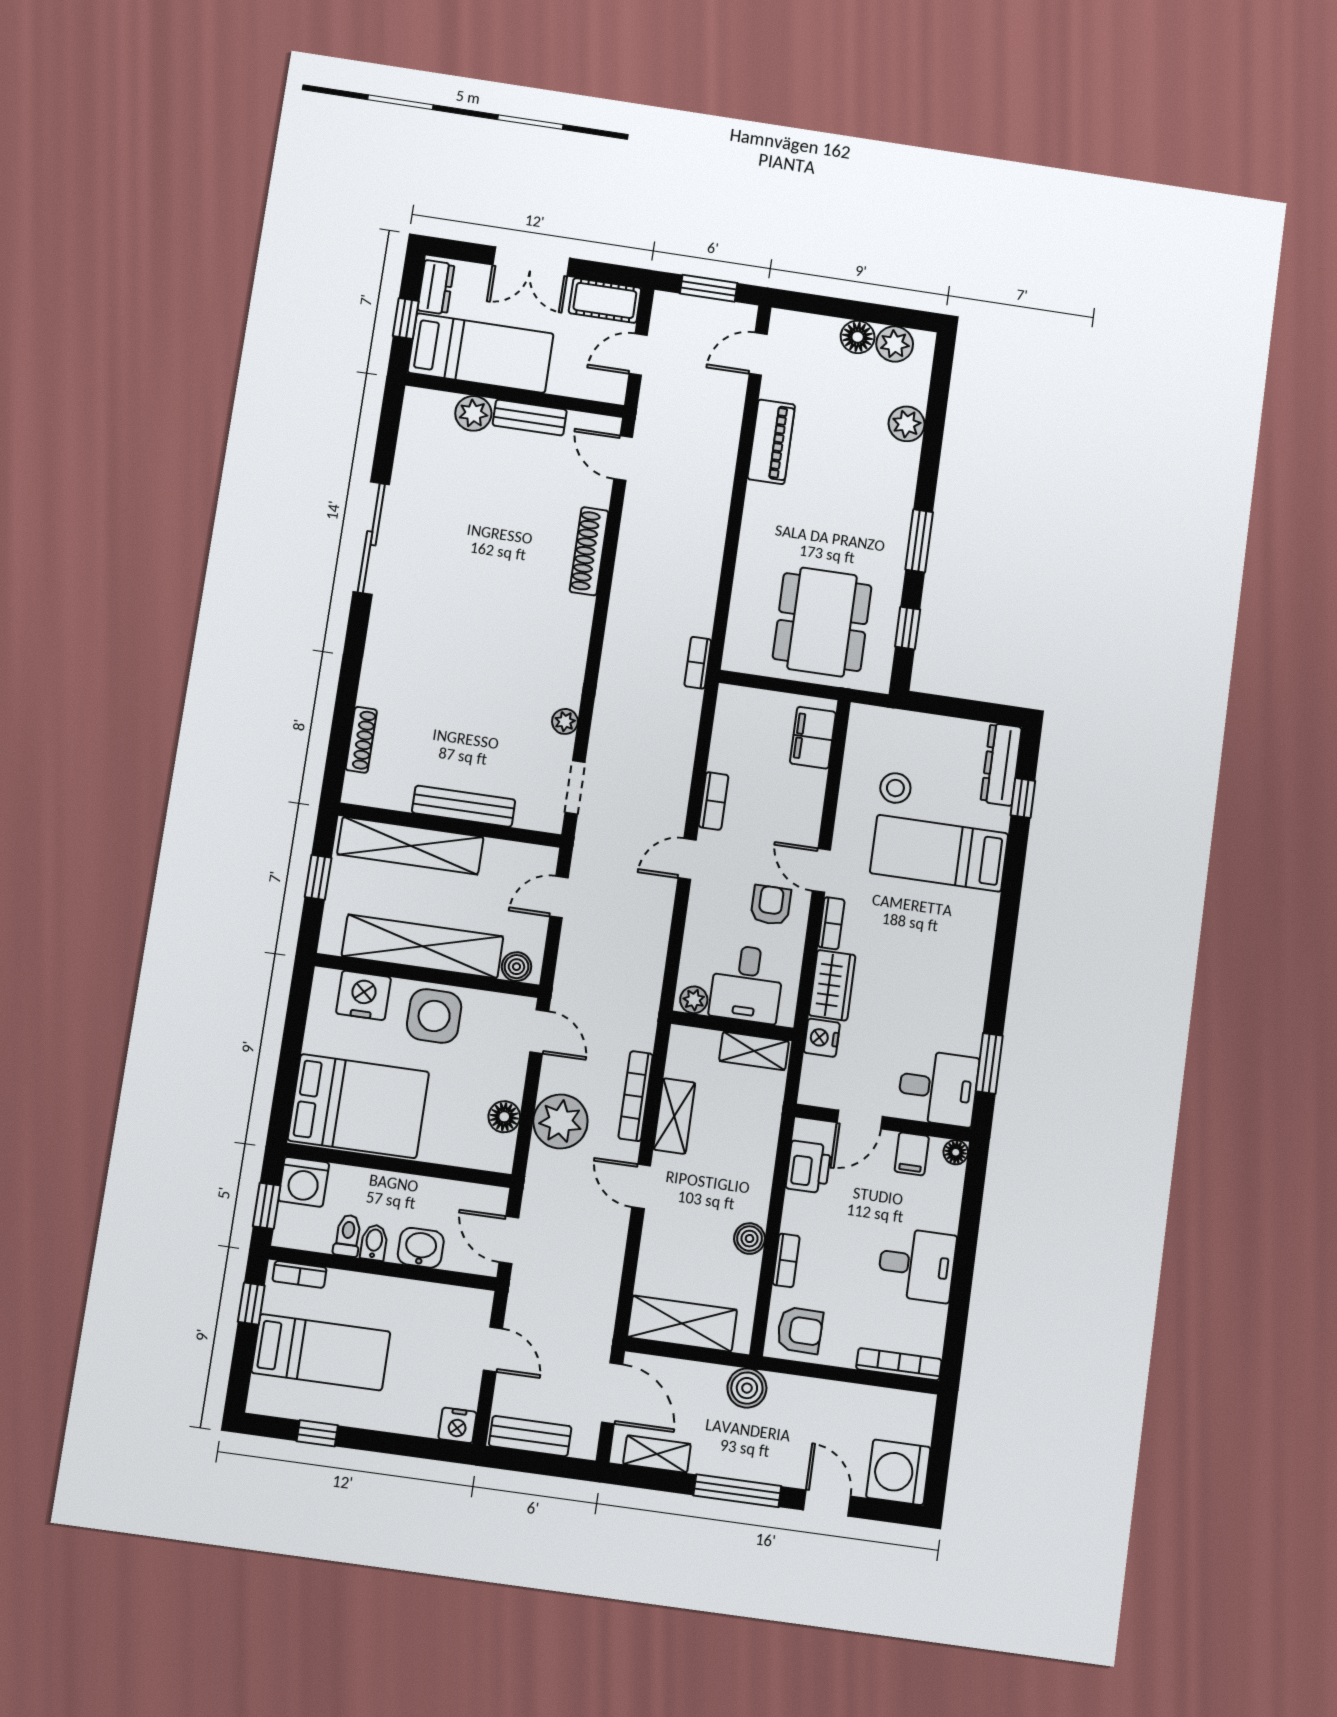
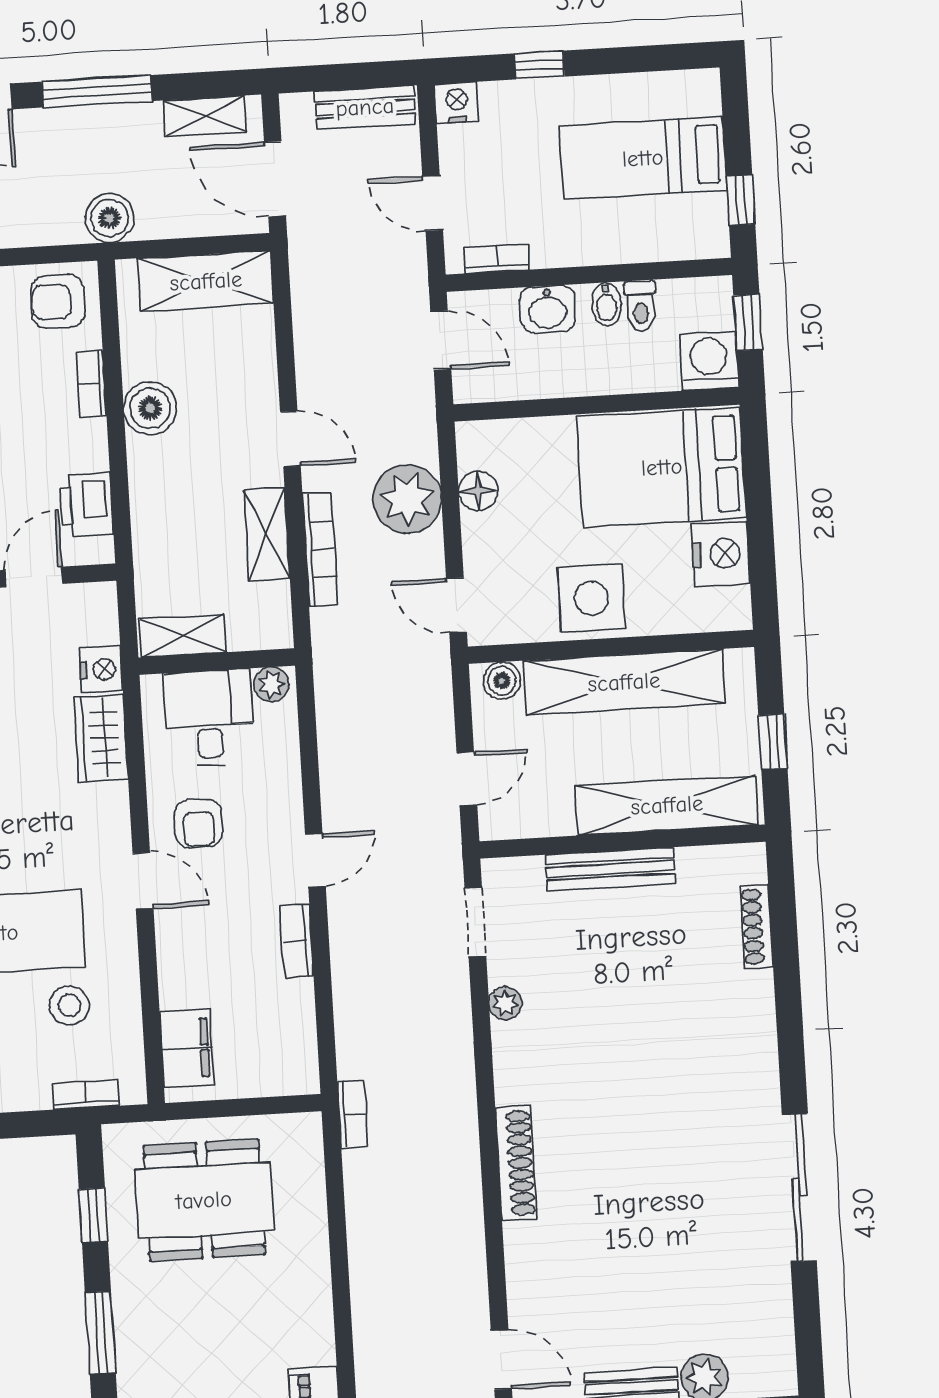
shoe rack: (589, 551) -> (516, 1163), moved
dining table: (822, 622) -> (204, 1200), turned 90
bookcase: (831, 923) -> (86, 1095), moved, turned 90
nightstand: (363, 995) -> (721, 554), moved, turned -90
boiler: (750, 1239) -> (150, 408), width x1.36, depth x1.36
bookcase: (300, 1274) -> (497, 259), moved
window: (317, 1433) -> (539, 65), moved

